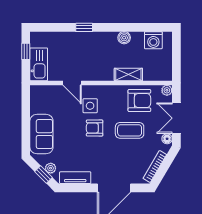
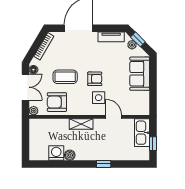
washing machine: (153, 40) -> (56, 153), moved
shelving: (128, 75) -> (81, 124), moved

